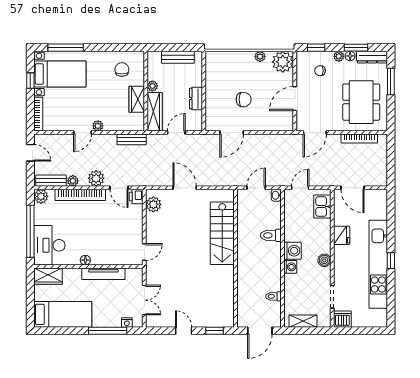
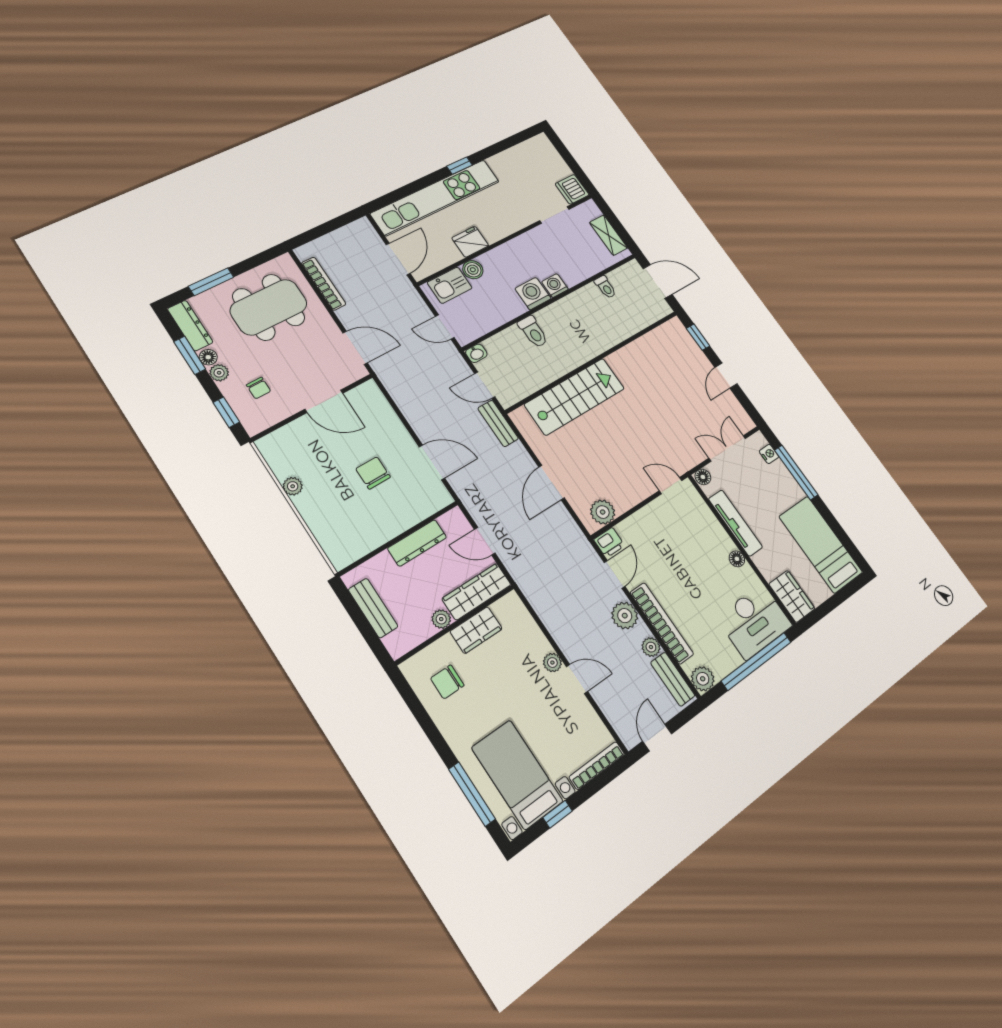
plant: (283, 62) -> (279, 449), removed
dresser: (196, 99) -> (417, 543), width x1.44
bench: (132, 139) -> (498, 423), moved
boiler: (324, 260) -> (473, 270), moved
kitchen unit: (378, 264) -> (436, 197), moved
floor lamp: (138, 274) -> (703, 477), added

